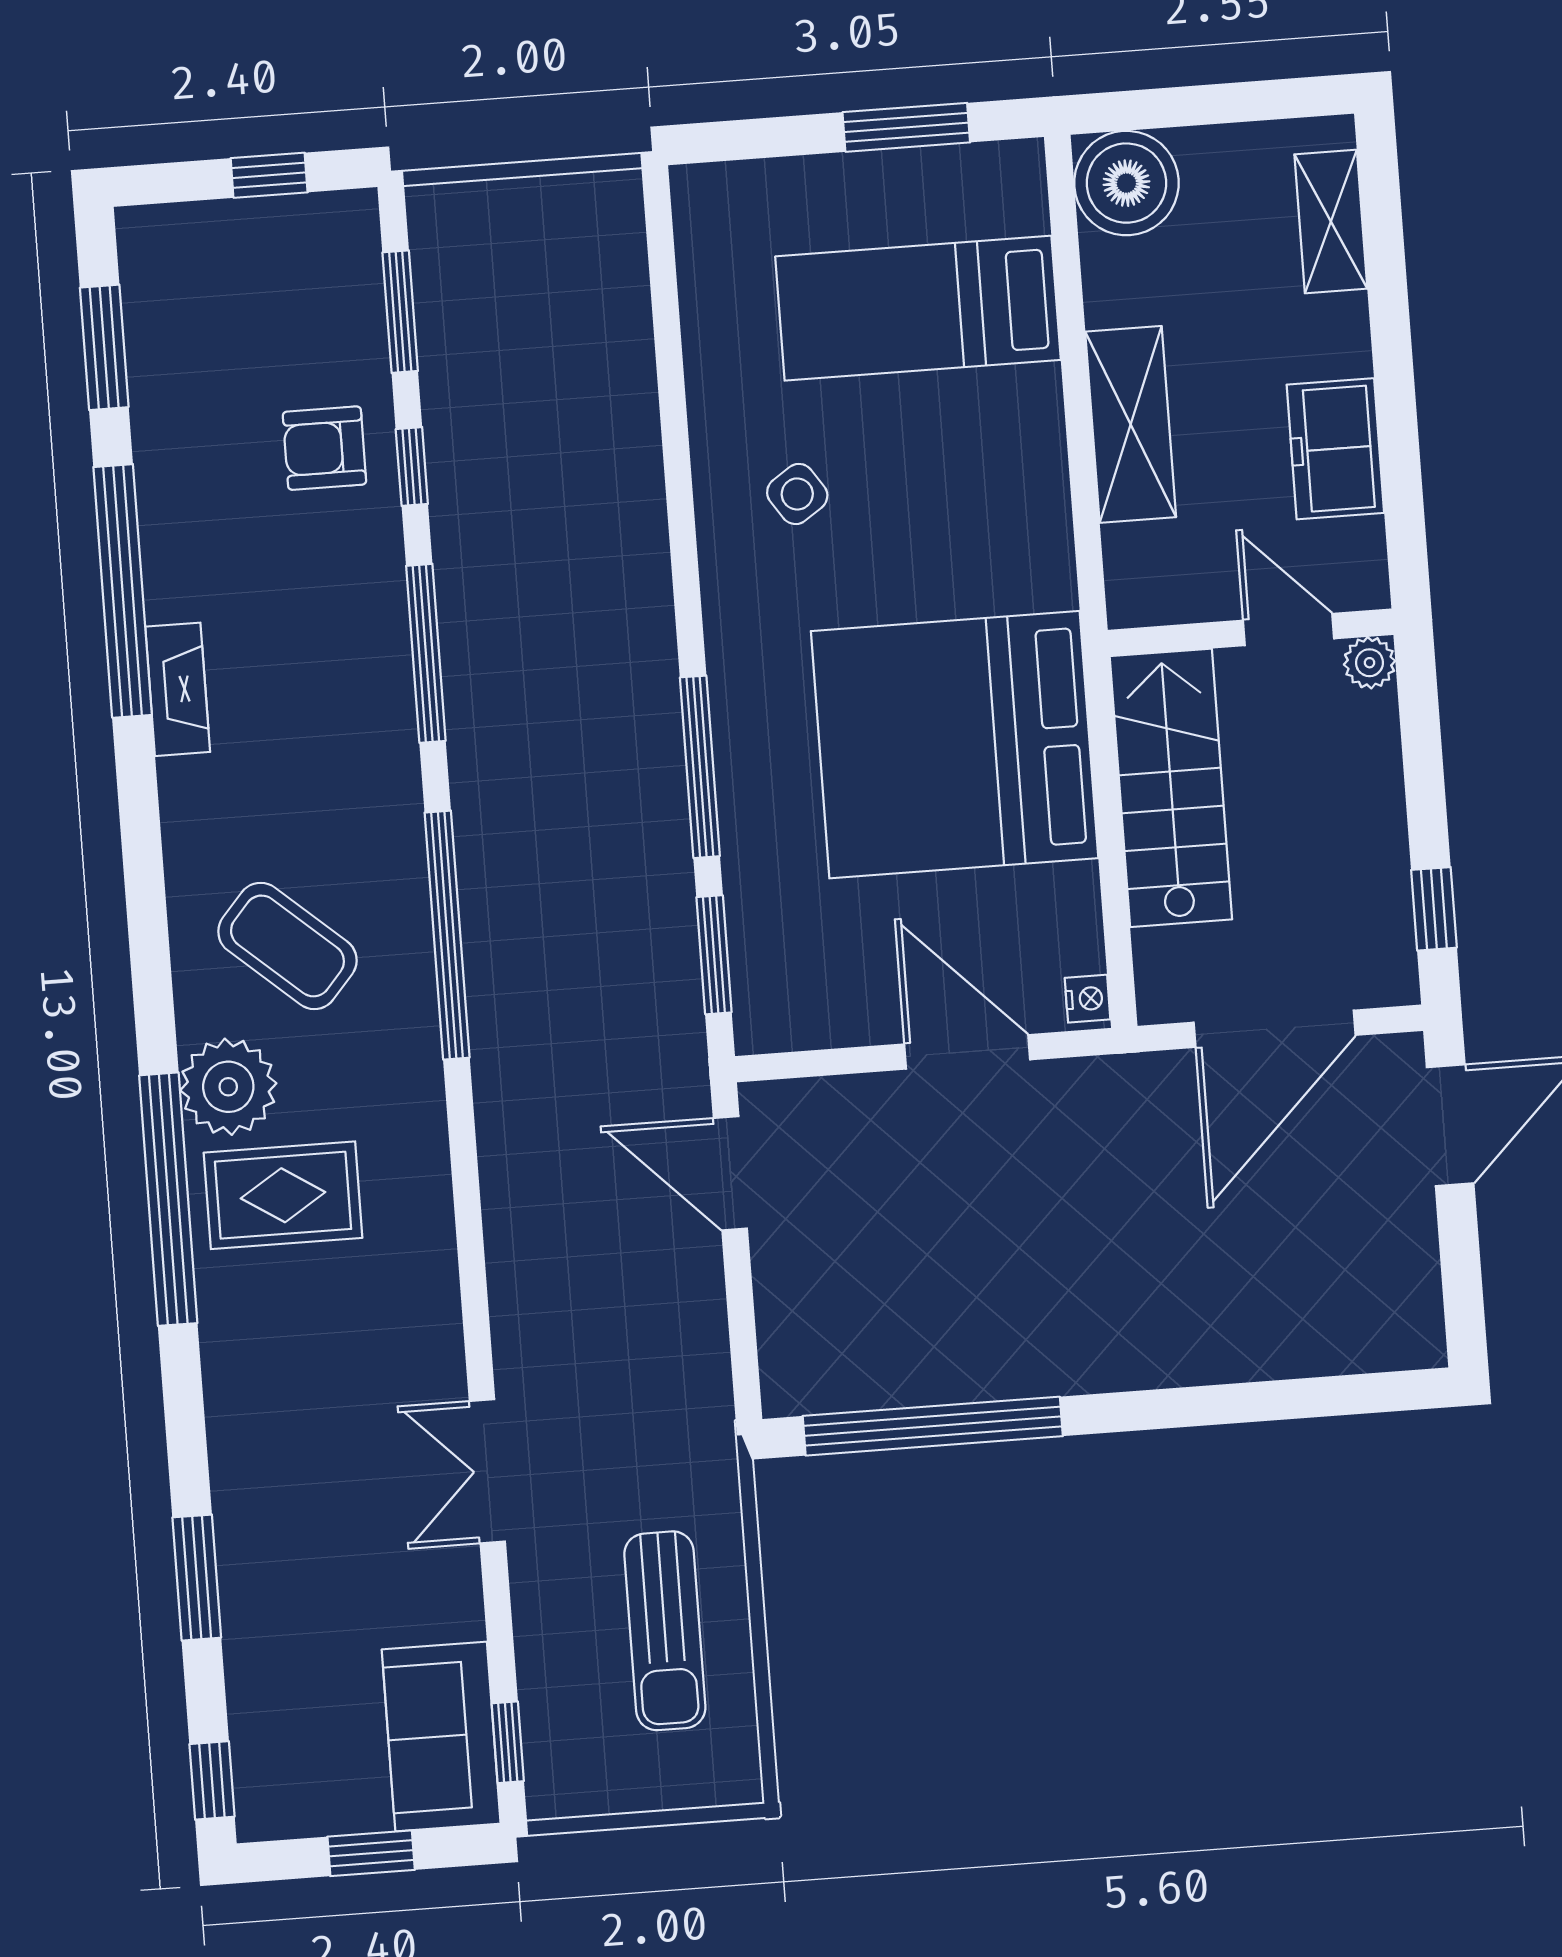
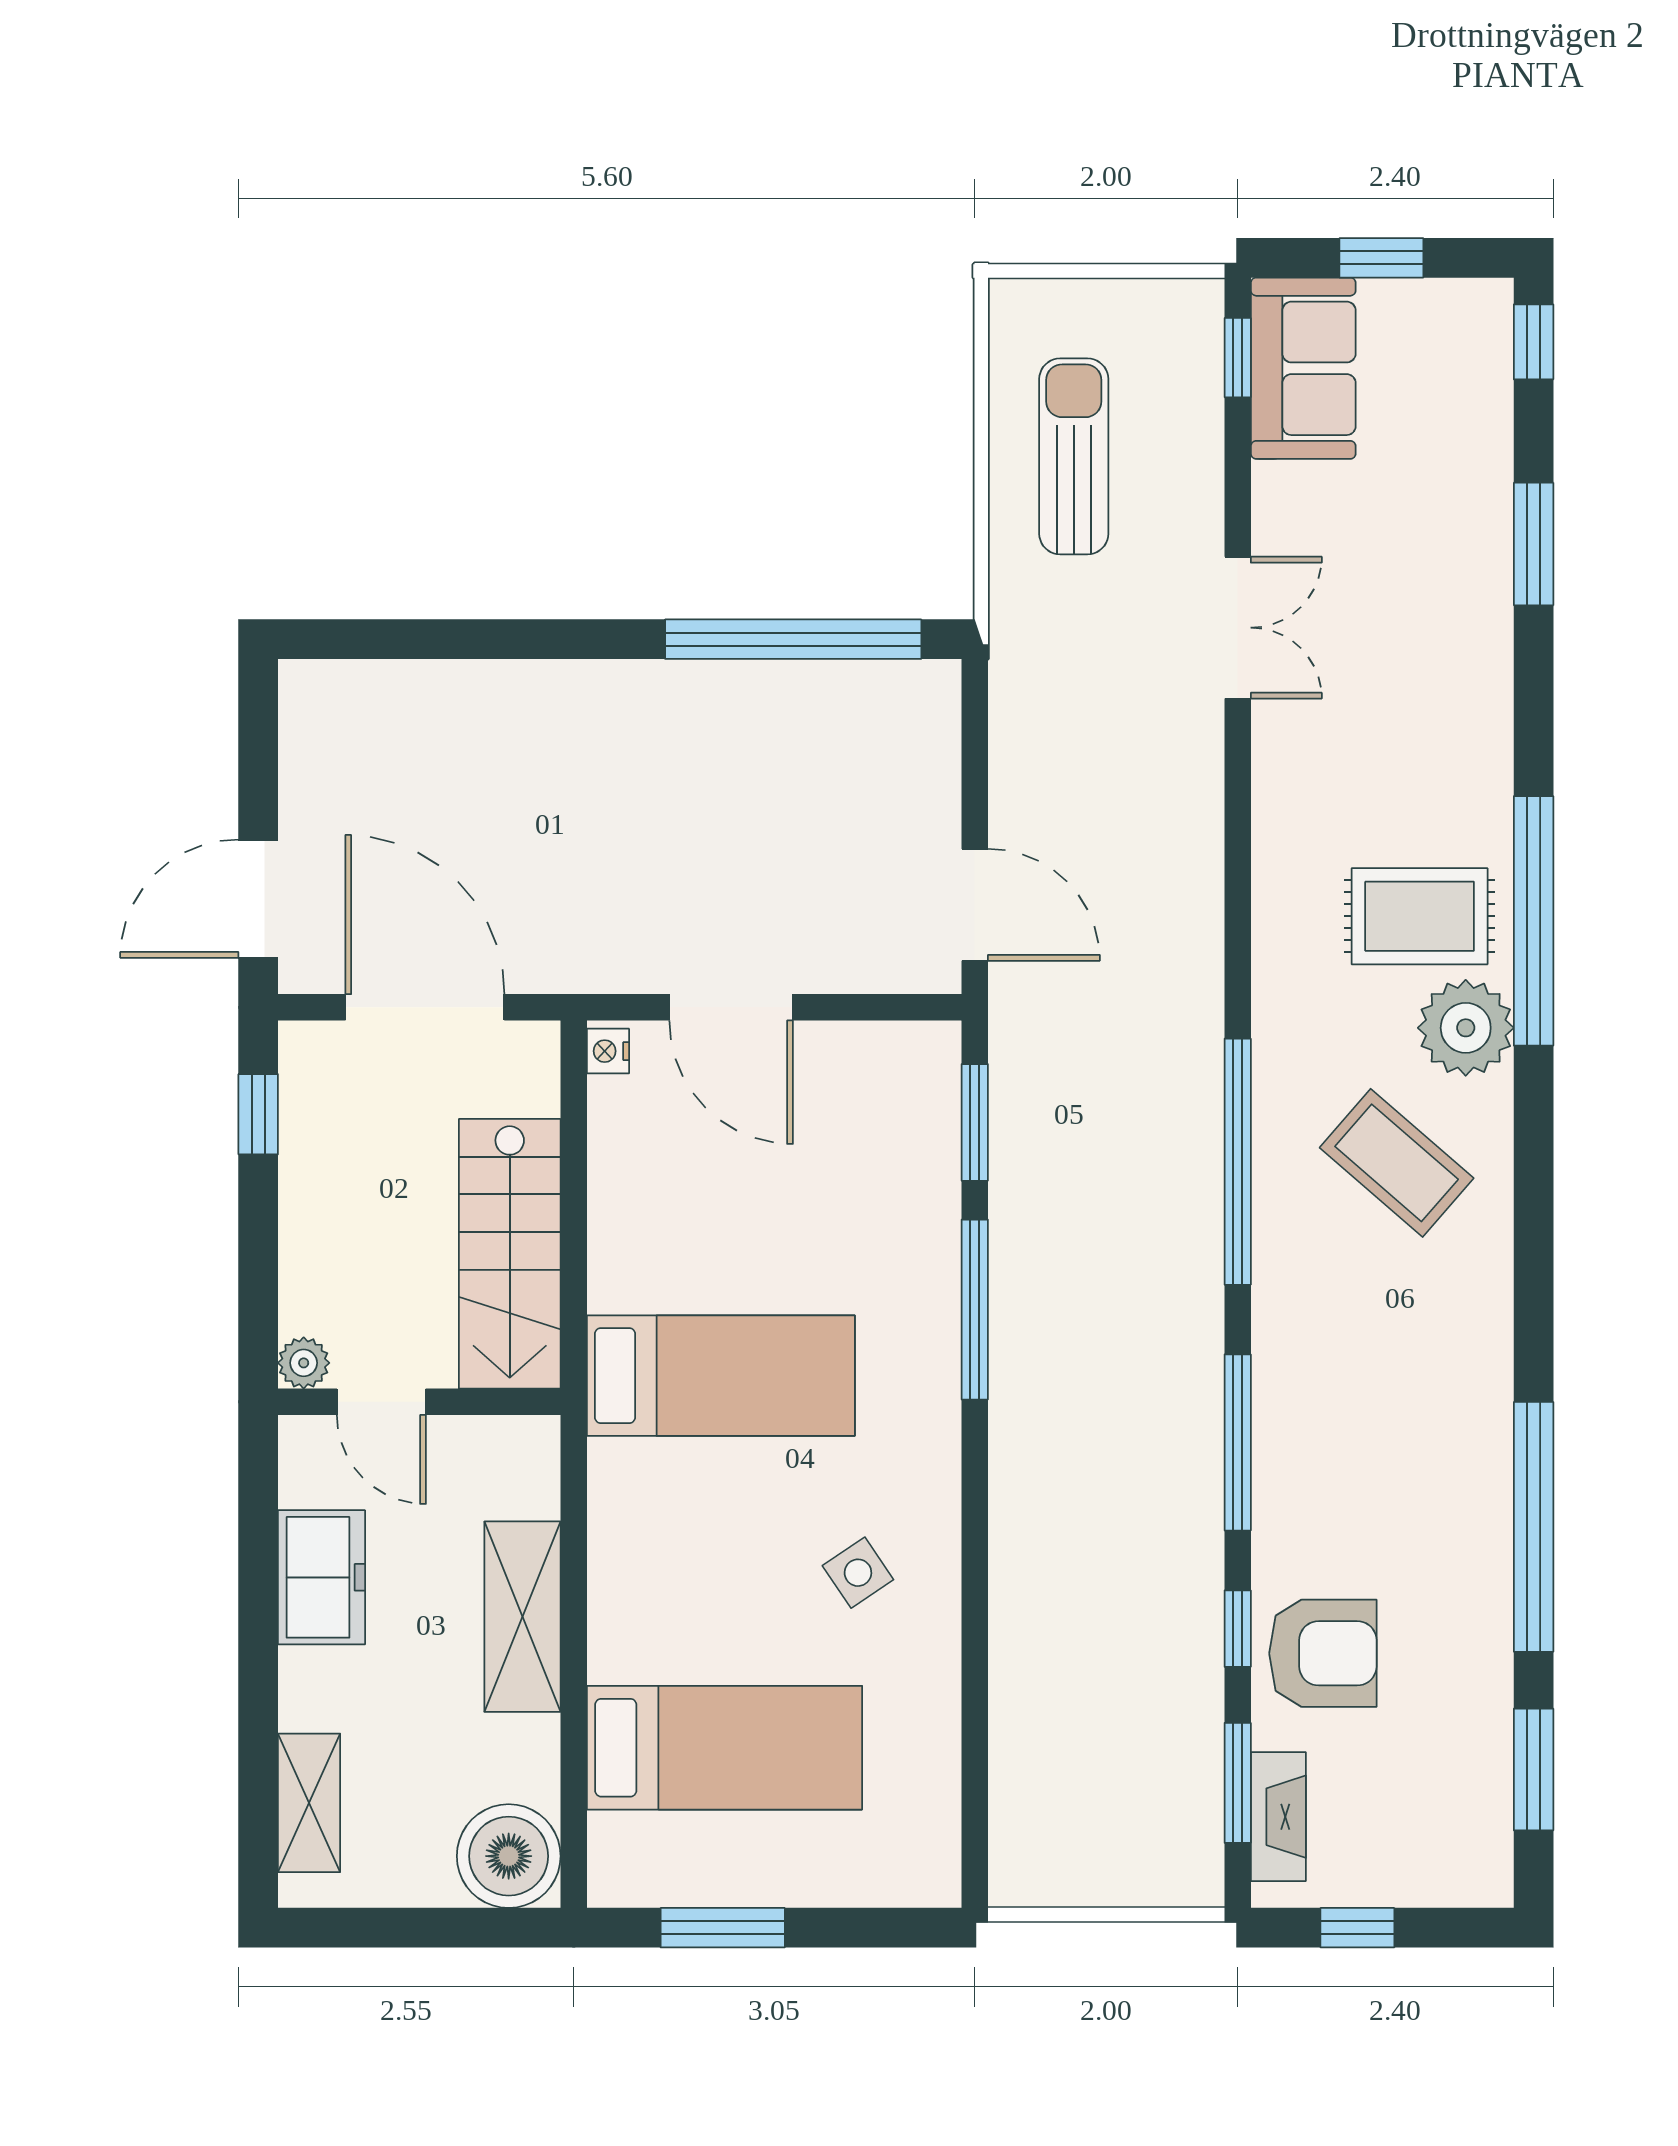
armchair: (324, 448) -> (1323, 1653), width x1.38, depth x1.38
fireplace: (178, 689) -> (1278, 1817), moved, turned 180
bed: (955, 745) -> (721, 1376), width x0.49
door: (1275, 1029) -> (425, 1007), hinge flipped

